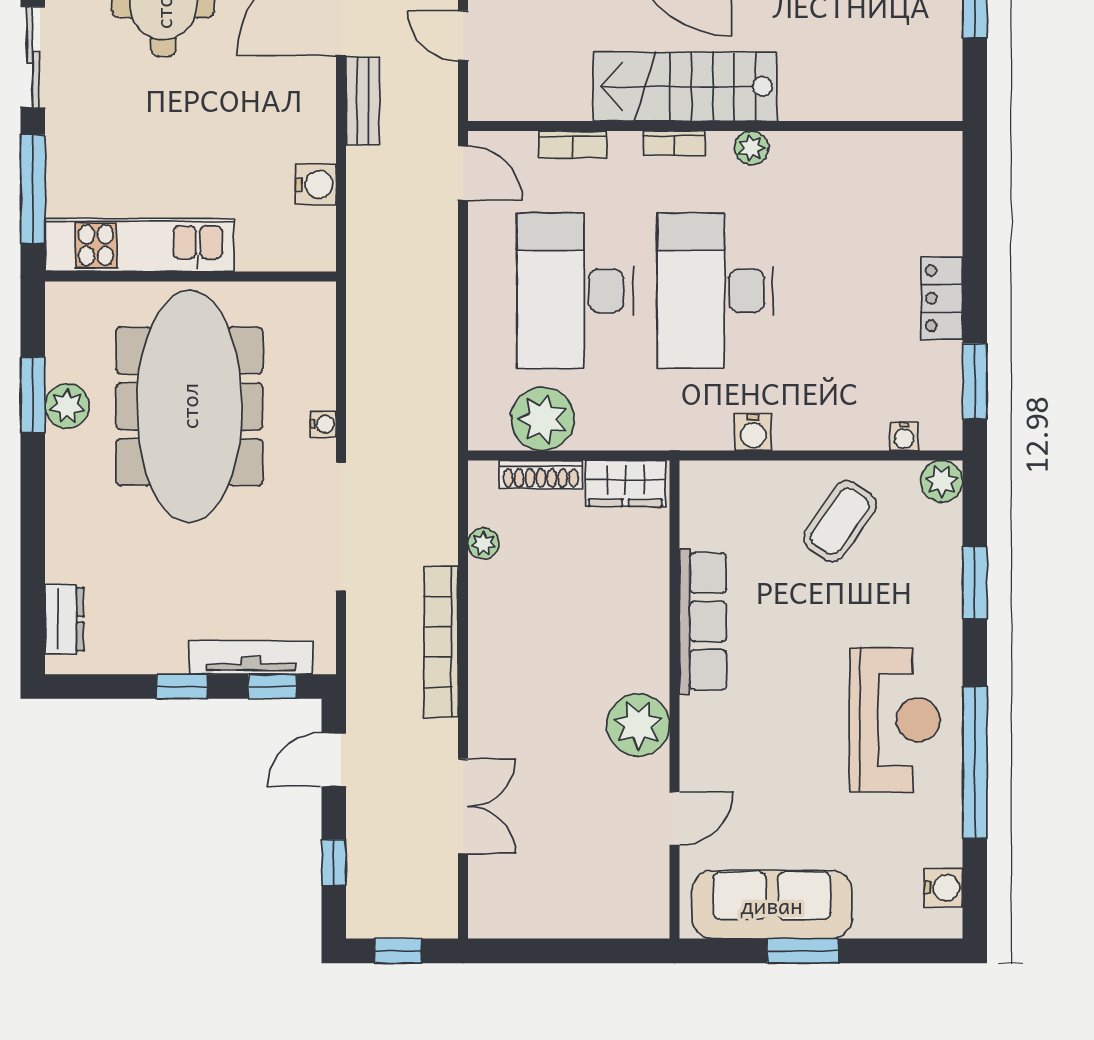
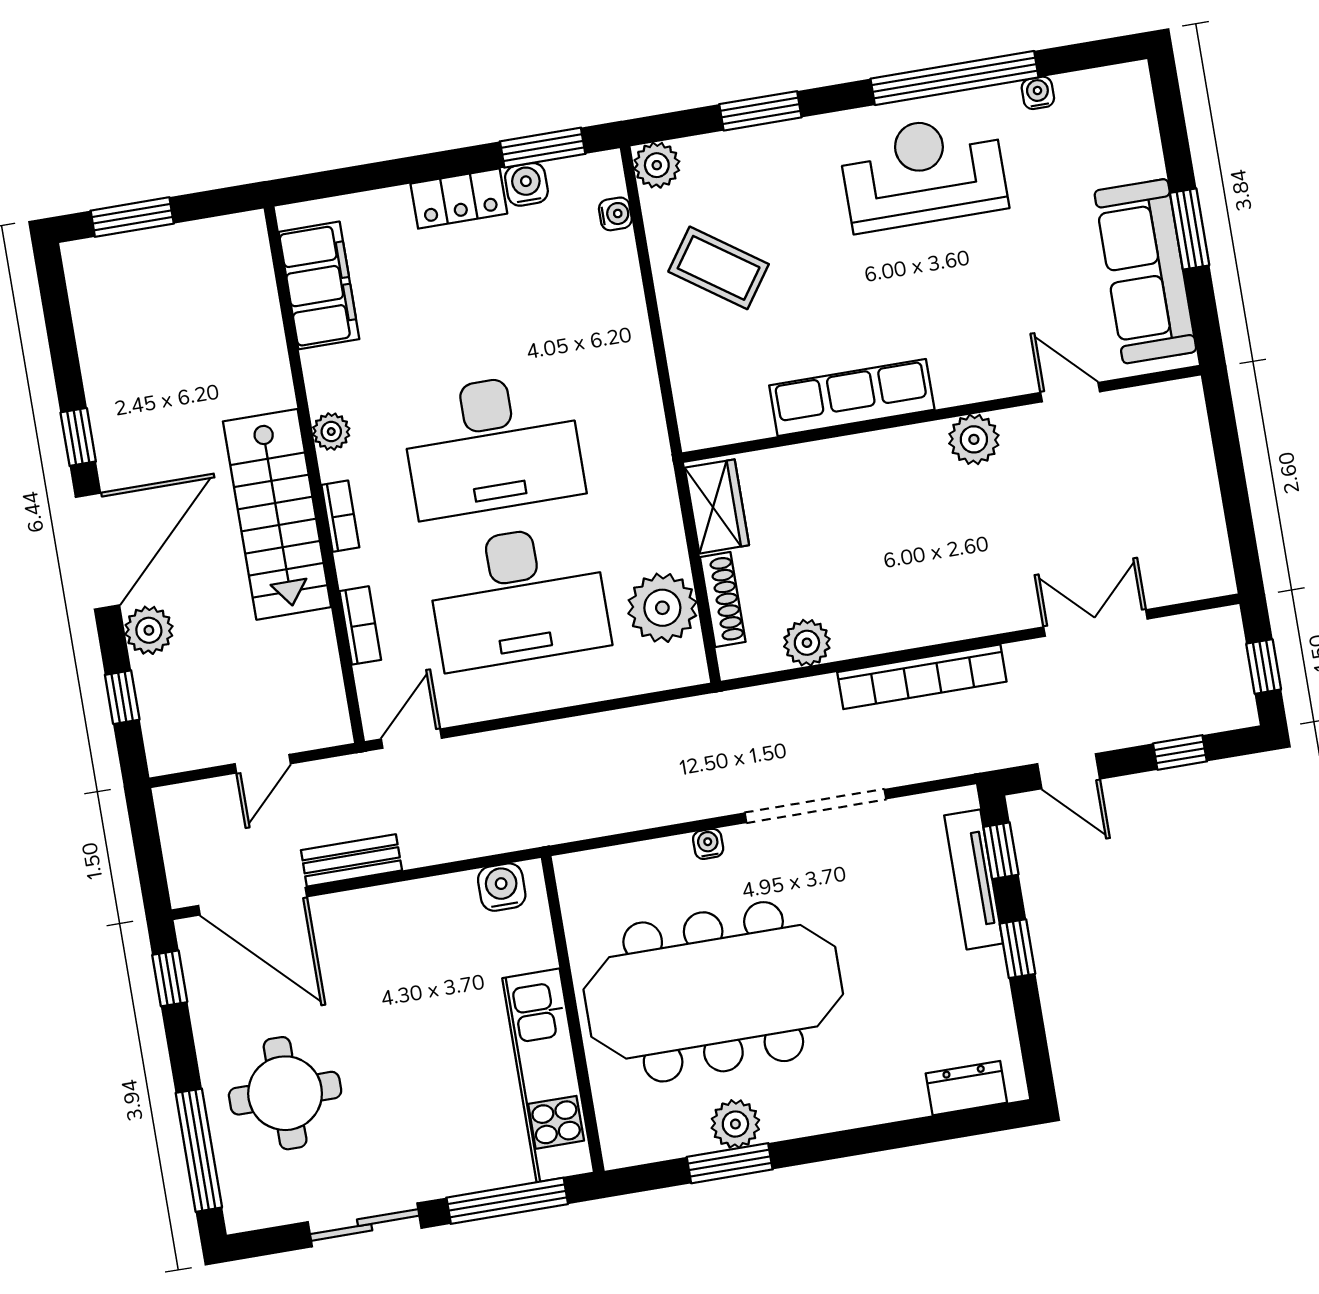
filing cabinet: (885, 159) -> (319, 285), added
water cooler: (316, 184) -> (502, 887), moved
water cooler: (753, 432) -> (526, 184), moved, turned -90
plant: (483, 544) -> (807, 643), width x1.38, depth x1.38
plant: (638, 725) -> (974, 439), width x0.73, depth x0.73
water cooler: (943, 888) -> (1038, 93), moved, width x0.72, depth x0.72

